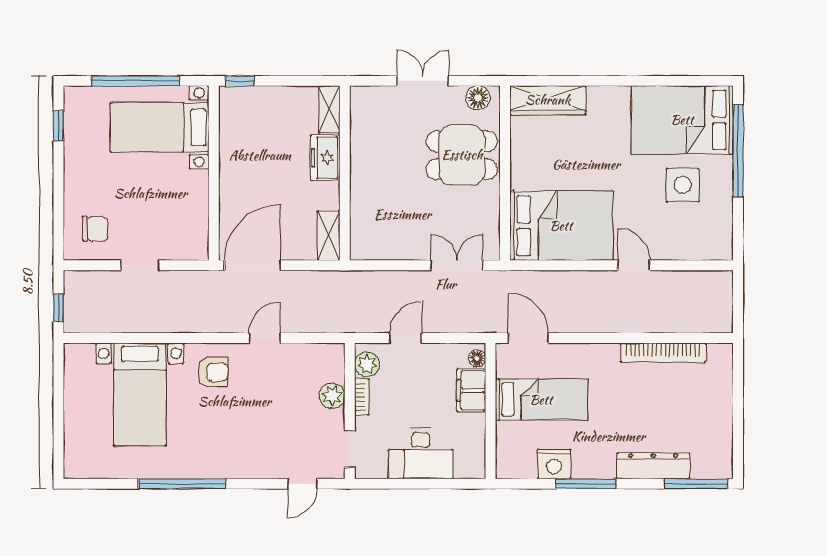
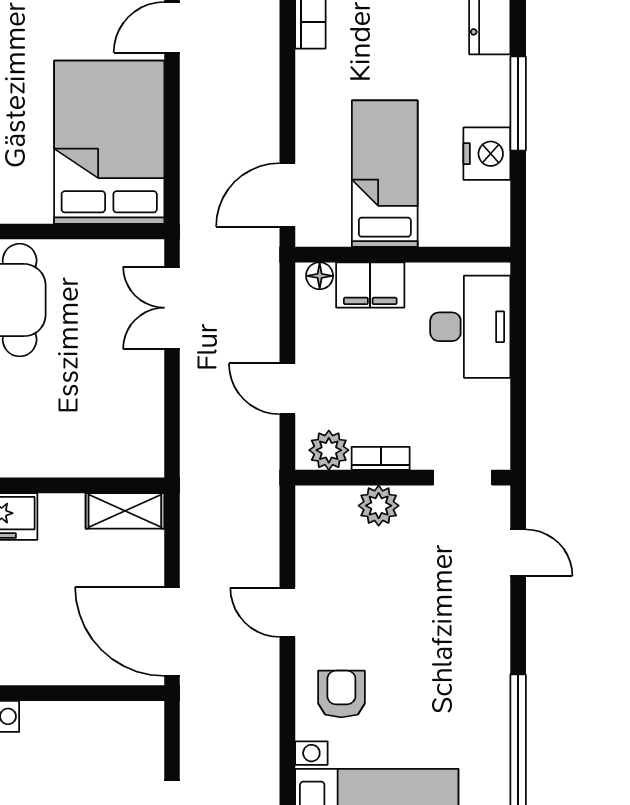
desk: (421, 453) -> (470, 327), moved

